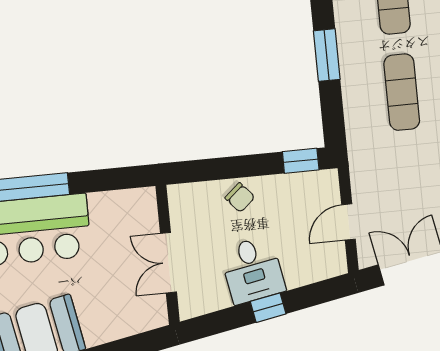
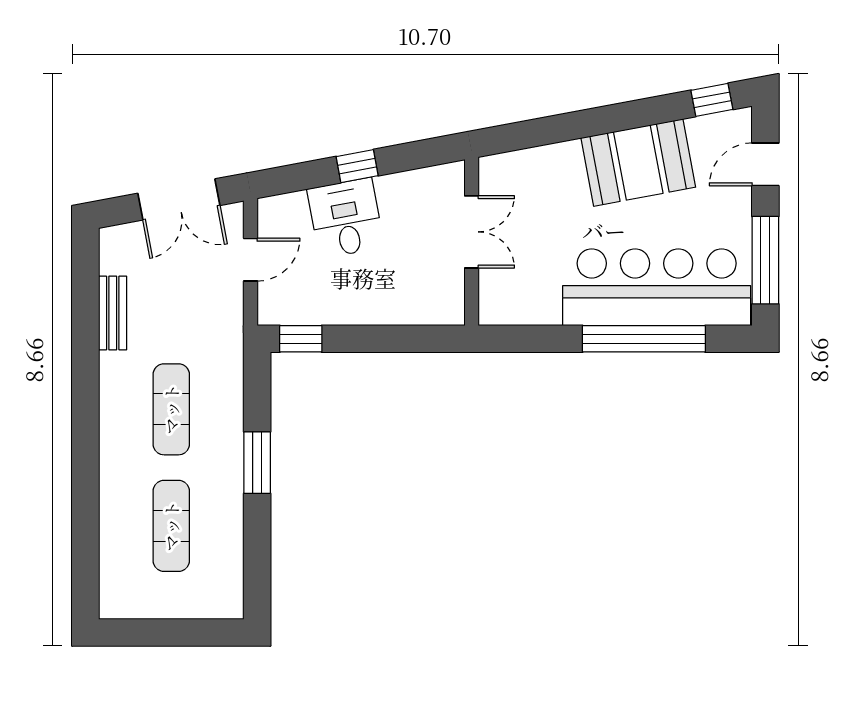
chair: (240, 197) -> (378, 302), removed
desk: (252, 270) -> (346, 218), moved

